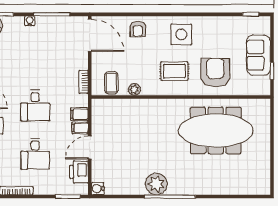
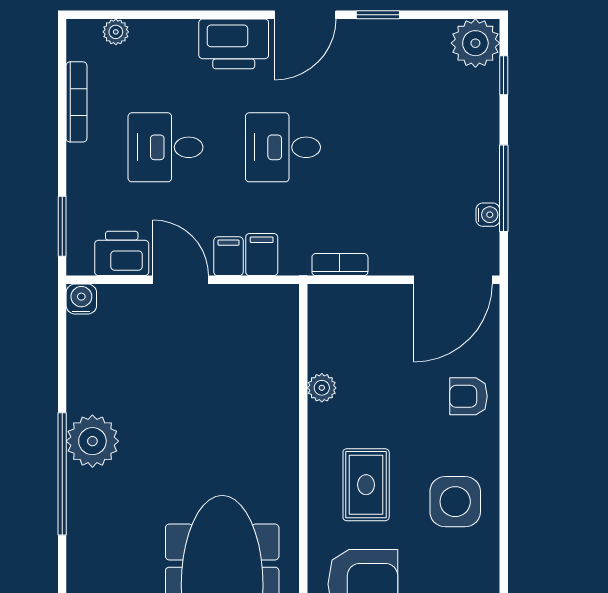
water cooler: (30, 21) -> (488, 215), moved
coffee table: (111, 83) -> (338, 332), removed

